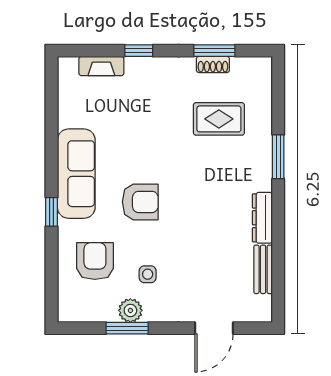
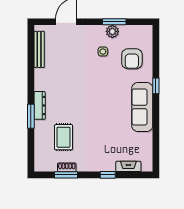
rug: (219, 119) -> (64, 137), turned 90
armchair: (140, 202) -> (107, 91), removed
dresser: (262, 218) -> (40, 105), moved
bench: (263, 269) -> (39, 49), width x1.36

